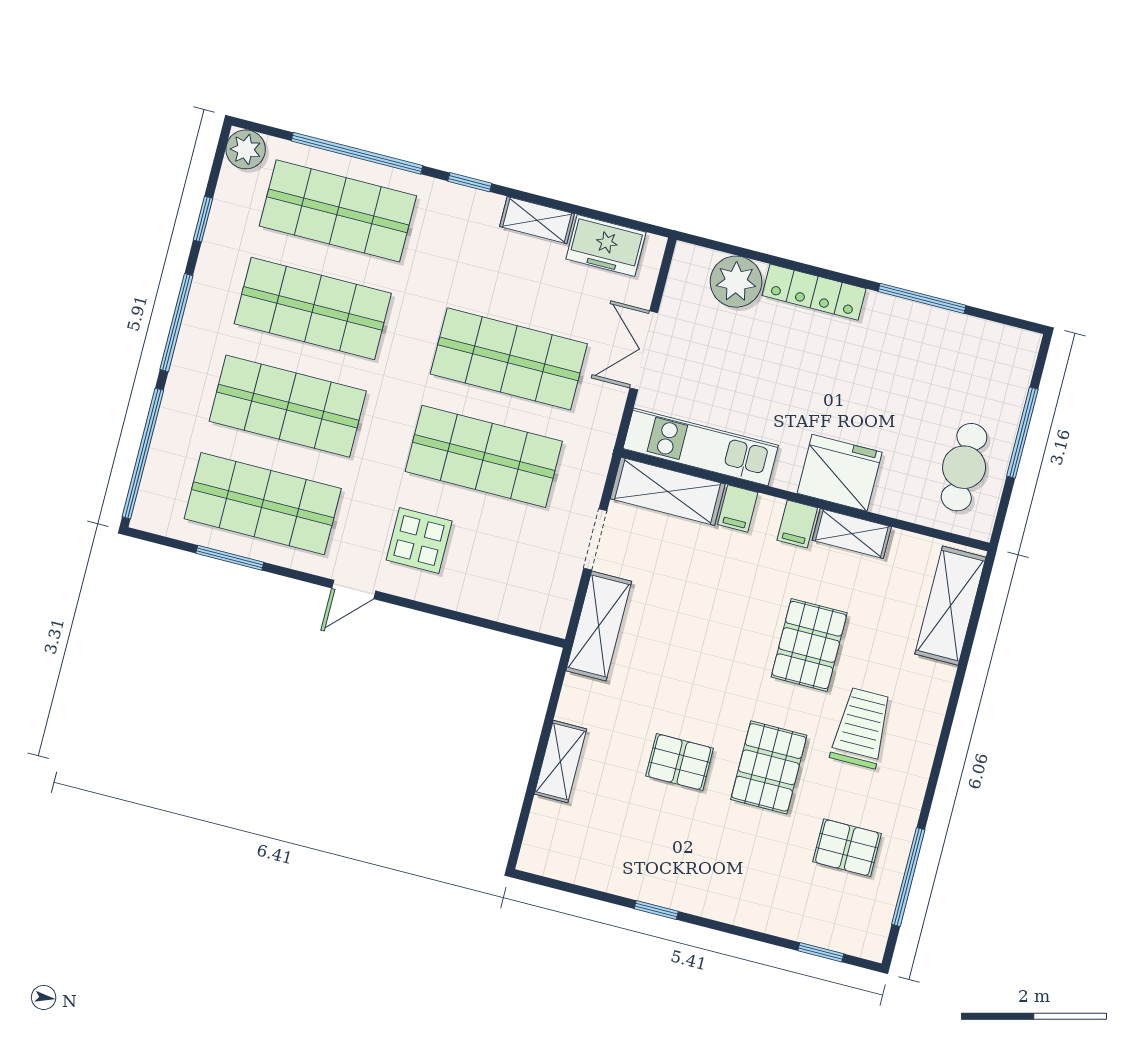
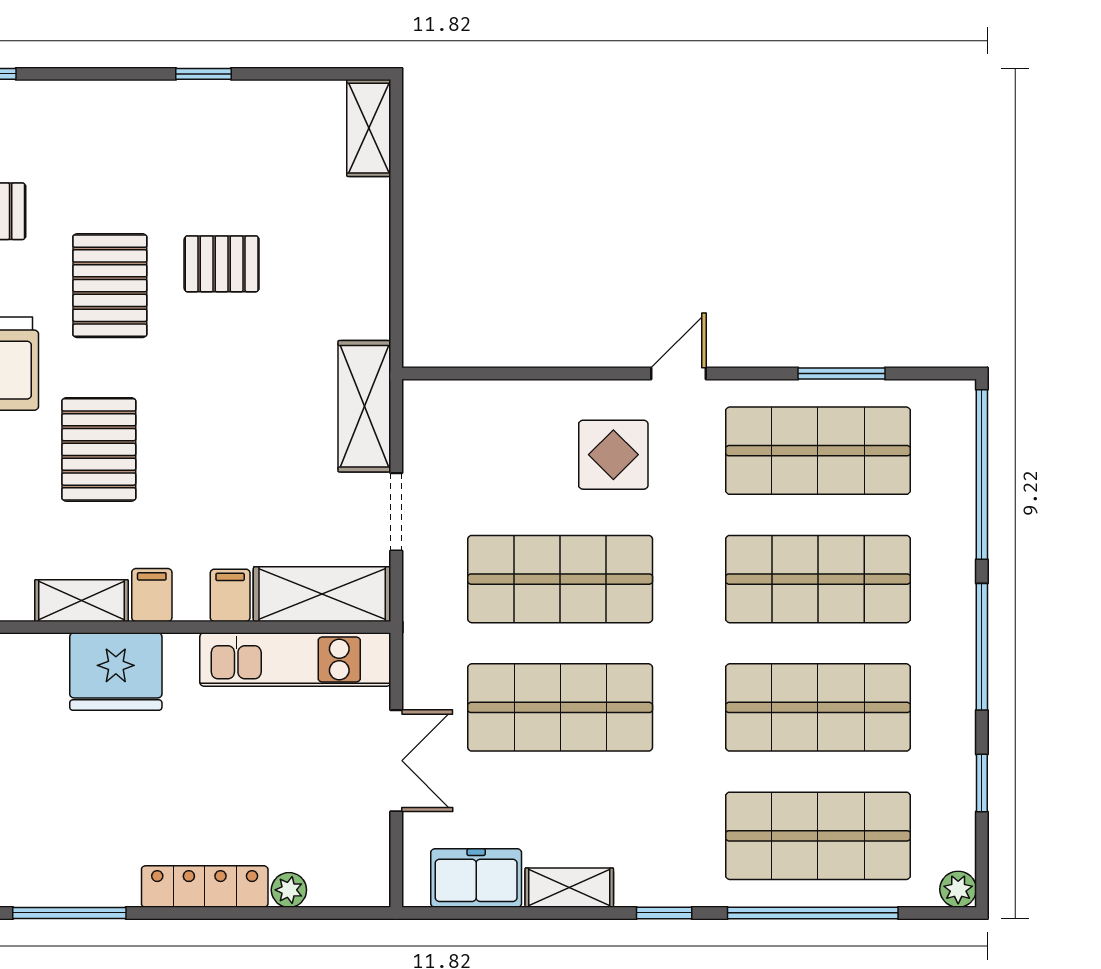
plant: (246, 149) -> (958, 889), width x0.73, depth x0.73
plant: (736, 282) -> (289, 890), width x0.53, depth x0.53
shelving: (560, 762) -> (369, 128), moved

